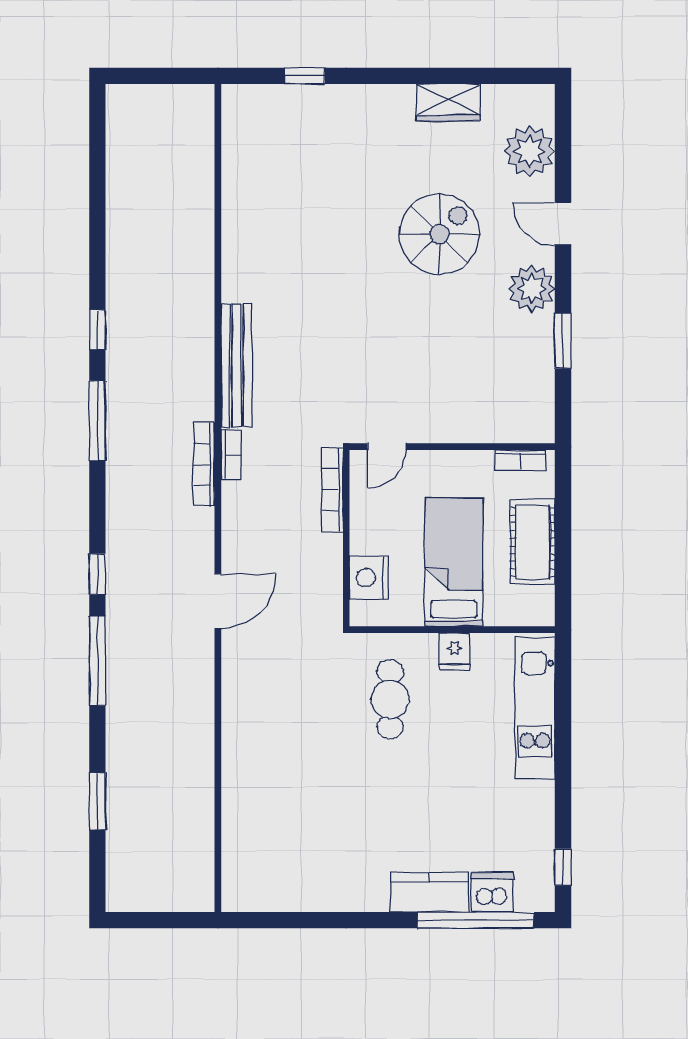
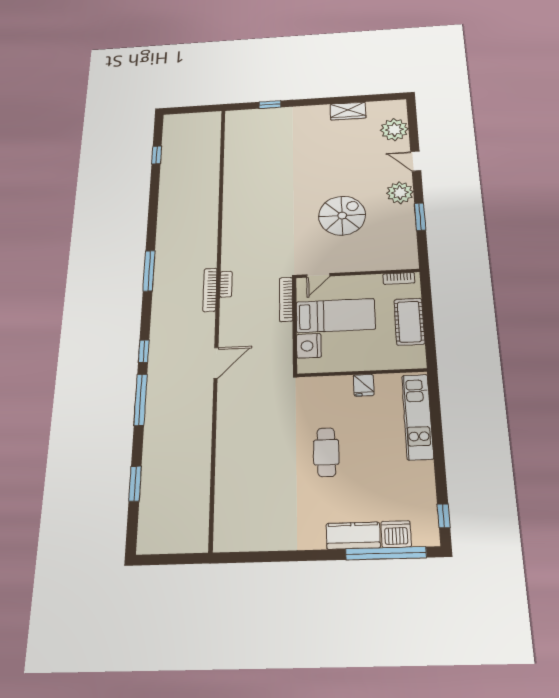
spiral stairs: (440, 234) -> (342, 216), moved
window: (97, 330) -> (157, 155), moved
bench: (236, 366) -> (230, 239), removed
bed: (454, 562) -> (336, 316), moved, turned 90
cafe table: (390, 699) -> (326, 452), moved

